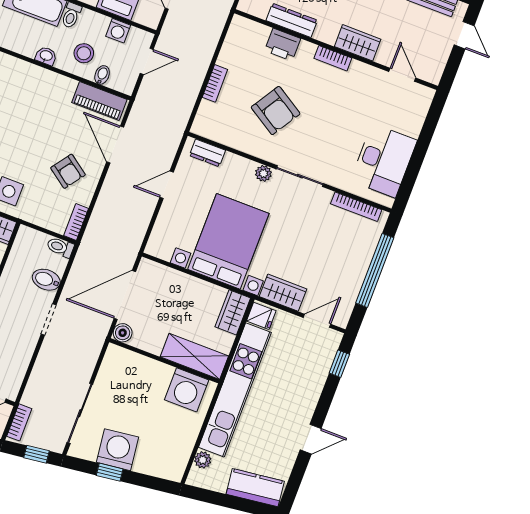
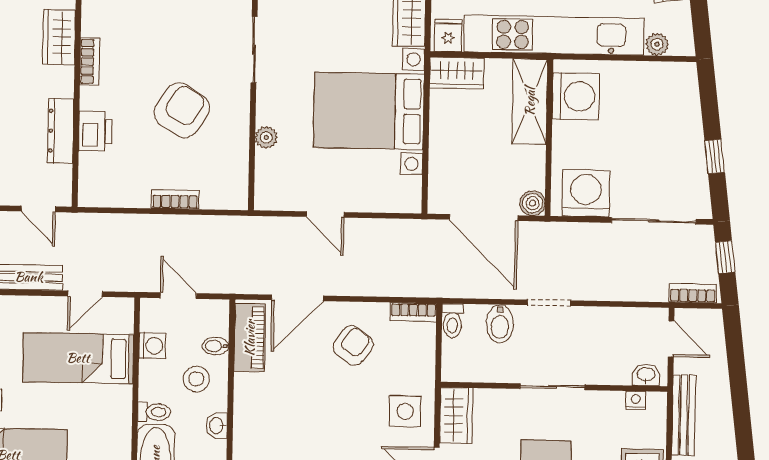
dresser: (207, 153) -> (266, 177), removed
plant: (263, 173) -> (266, 137), moved
washing machine: (117, 450) -> (586, 193), moved, turned 97

